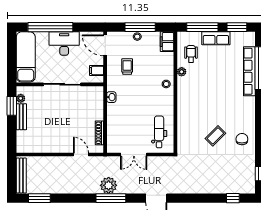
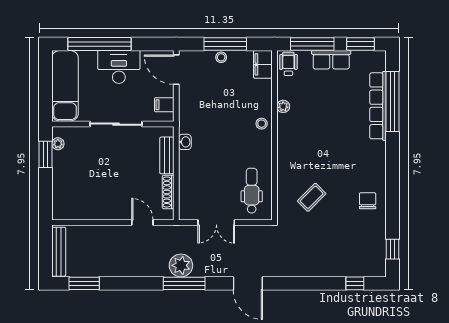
wheelchair: (191, 54) -> (288, 64), moved
trolley: (127, 67) -> (207, 99), removed
bench: (21, 117) -> (167, 155), moved
coffee table: (215, 136) -> (312, 197), moved

